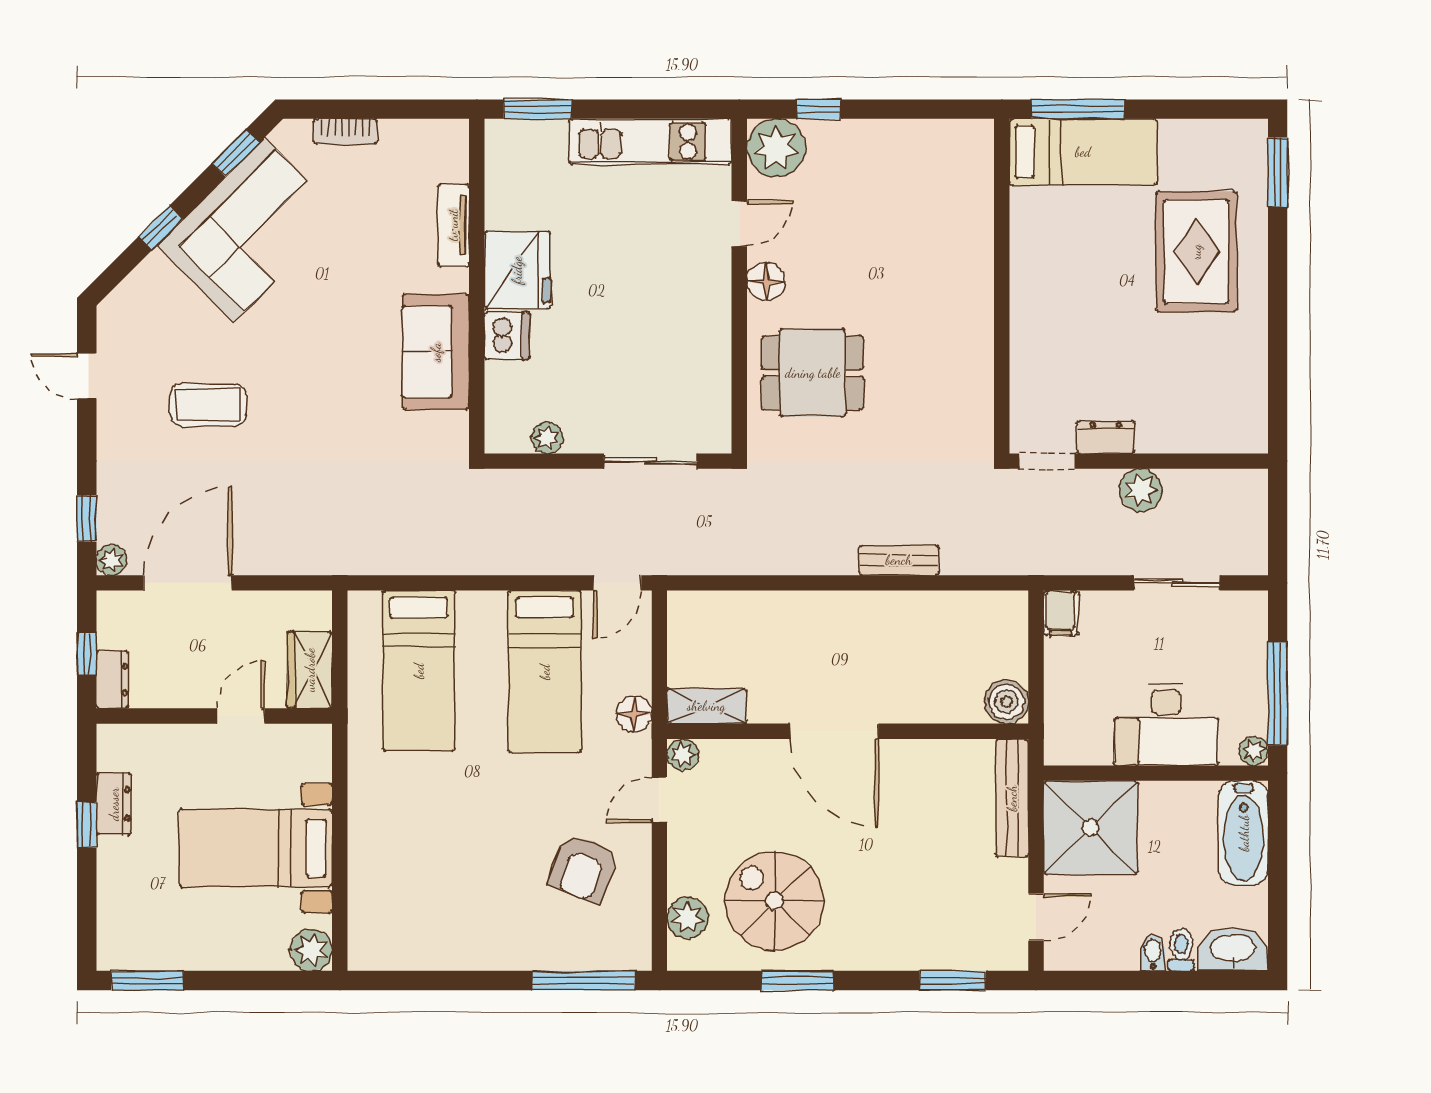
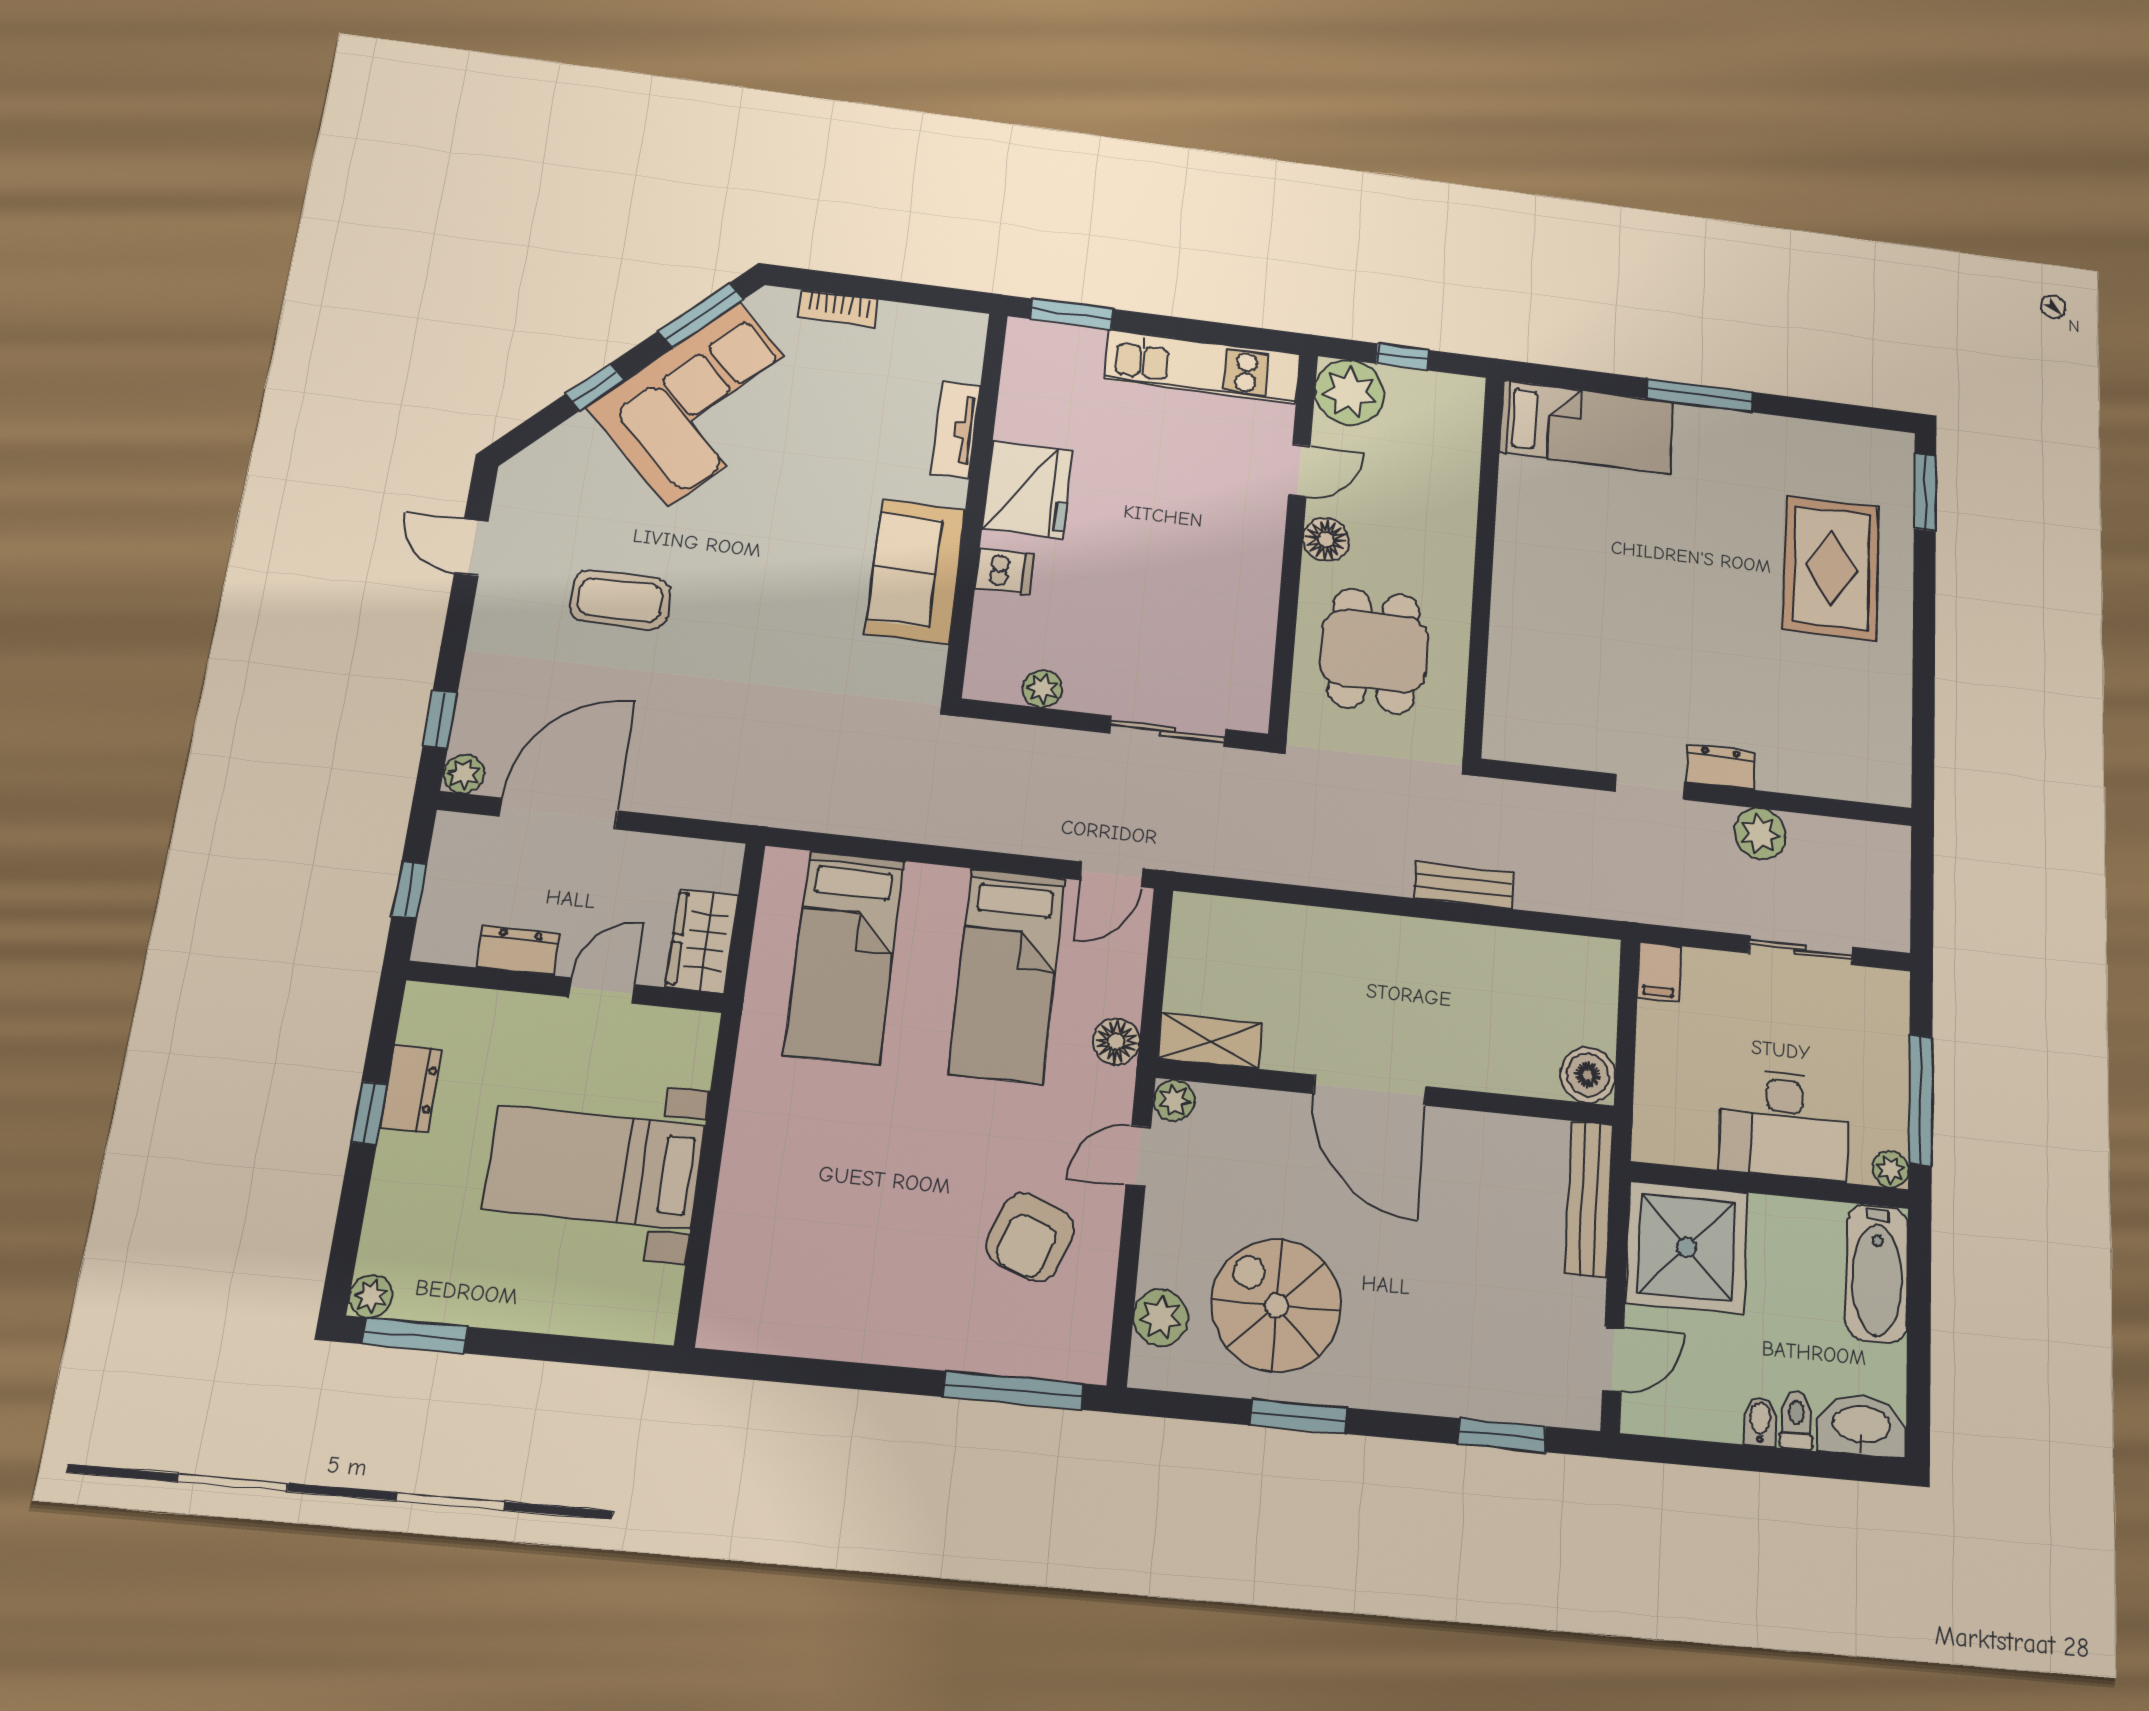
bed: (1083, 152) -> (1587, 427), moved
window: (236, 153) -> (701, 315), width x1.50
wall: (1002, 286) -> (1484, 564), moved
dishwasher: (507, 336) -> (1005, 571), width x0.73
dining table: (813, 373) -> (1374, 651), turned 90
dresser: (112, 680) -> (518, 951), moved, turned -90
plant: (311, 950) -> (371, 1296), moved, width x0.73, depth x0.73

